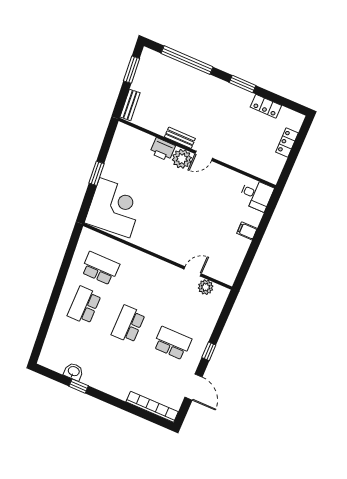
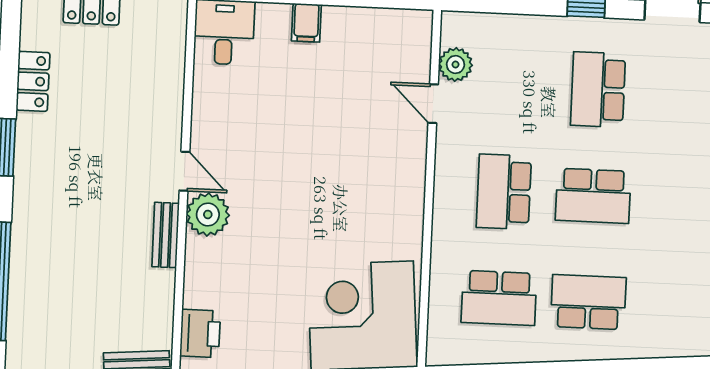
printer: (163, 149) -> (200, 333), moved
school desk: (100, 268) -> (499, 298), turned -90
school desk: (144, 287) -> (504, 192), added
school desk: (84, 305) -> (588, 302), turned 180

